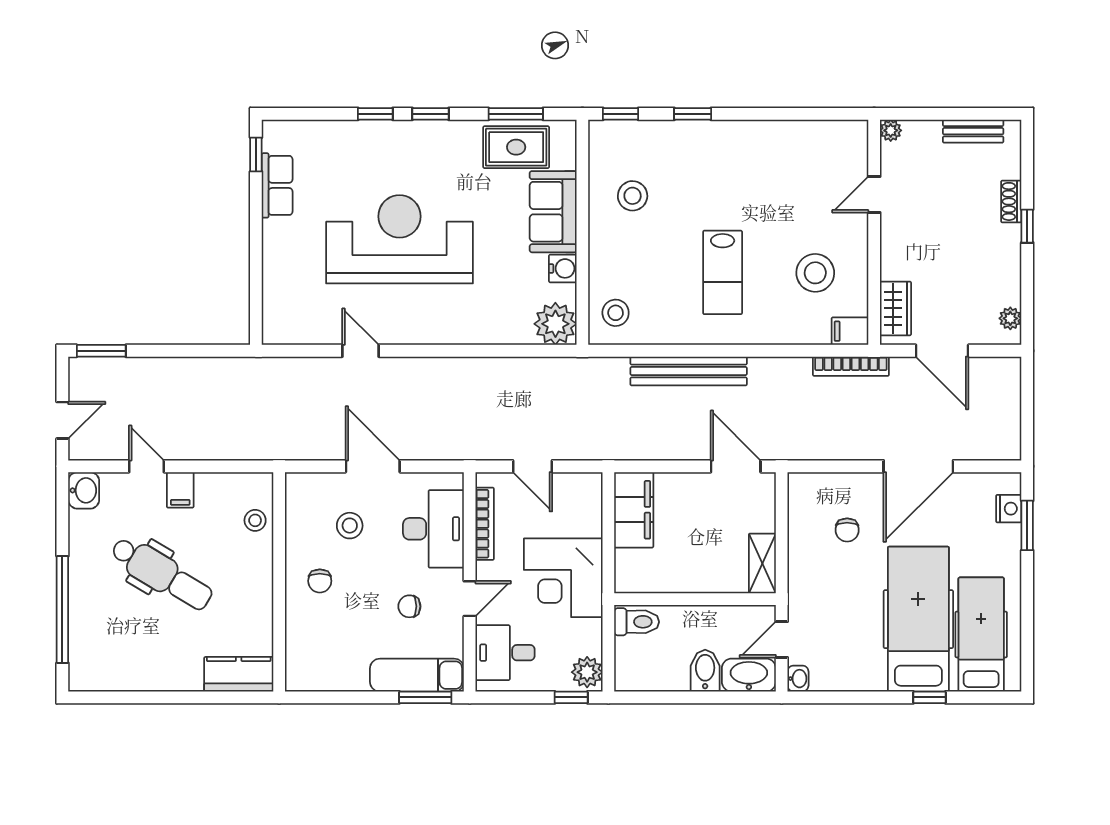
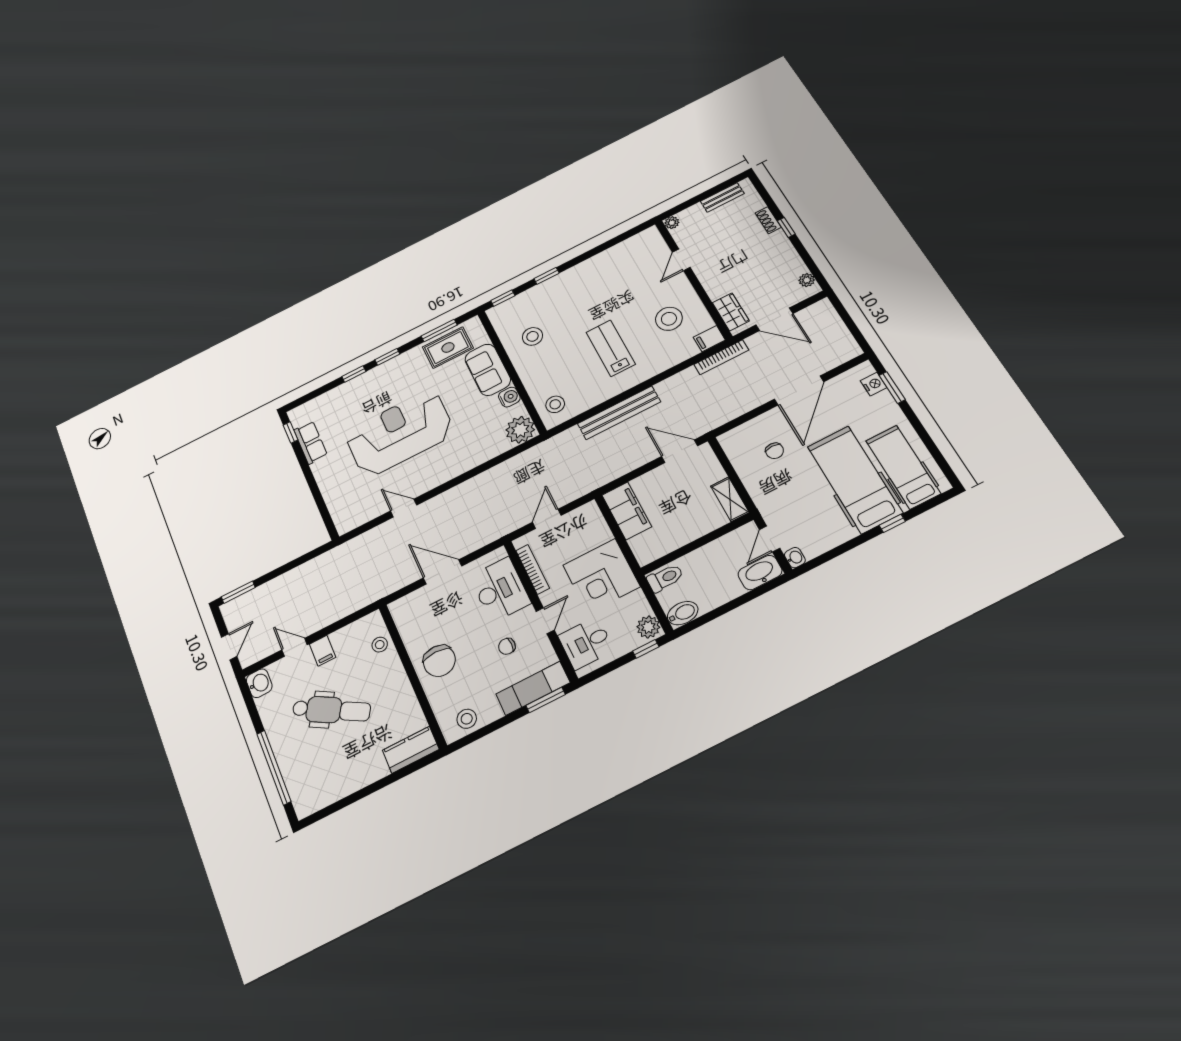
lab bench: (723, 272) -> (611, 348), turned 180
door: (532, 466) -> (547, 519), swing flipped
stool: (350, 526) -> (467, 719), moved
chair: (320, 581) -> (439, 661), width x1.87, depth x1.87
bidet: (705, 671) -> (683, 613), moved, turned 90

